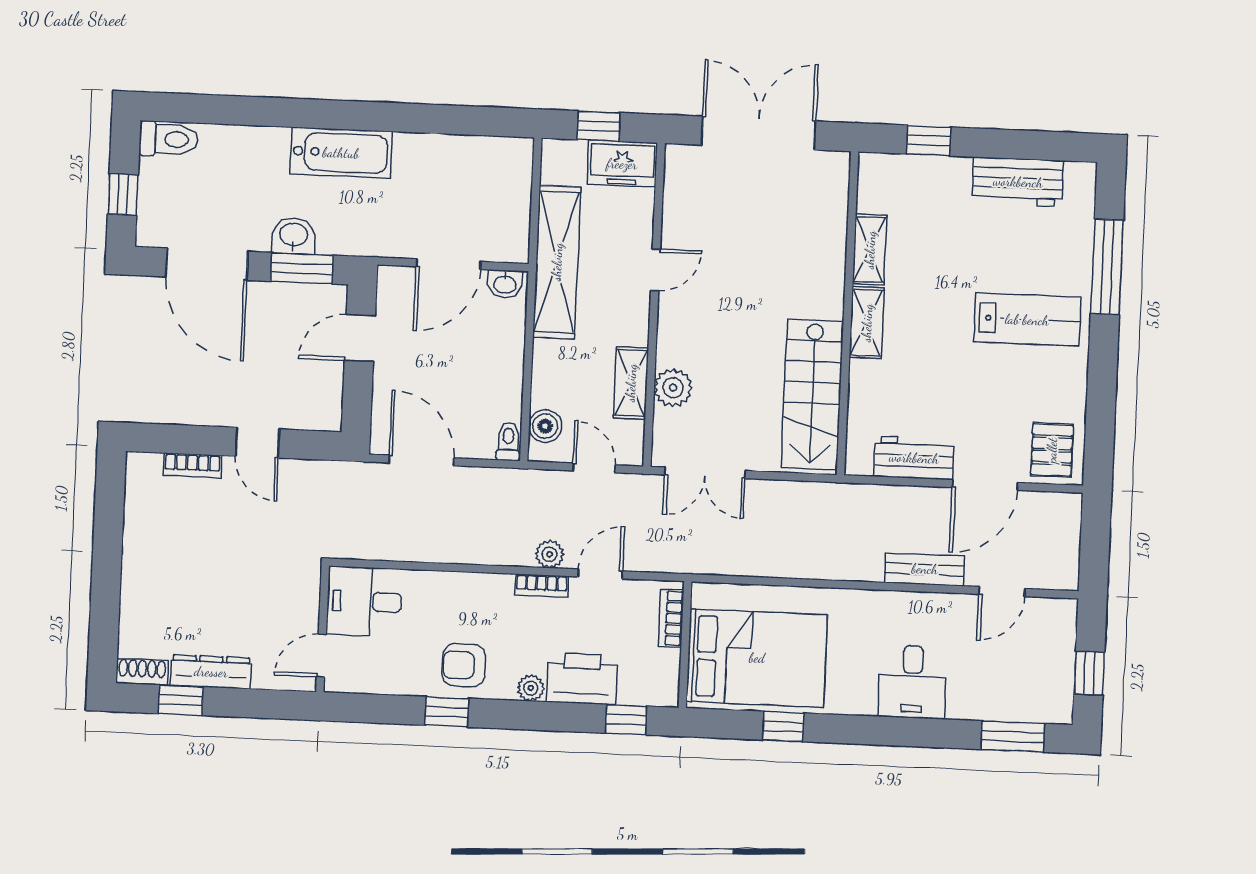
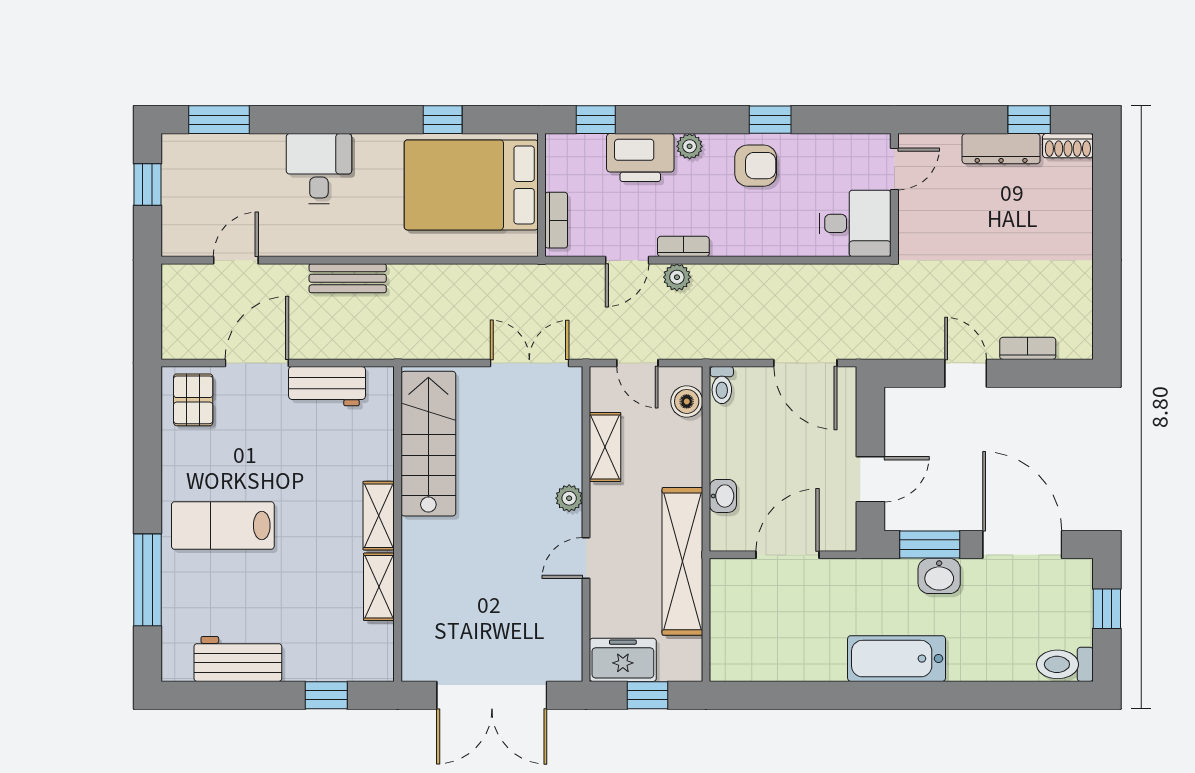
washbasin: (505, 284) -> (723, 496), moved, turned 90
plant: (673, 388) -> (569, 498), moved, width x0.73, depth x0.73
bench: (925, 569) -> (348, 278), moved

